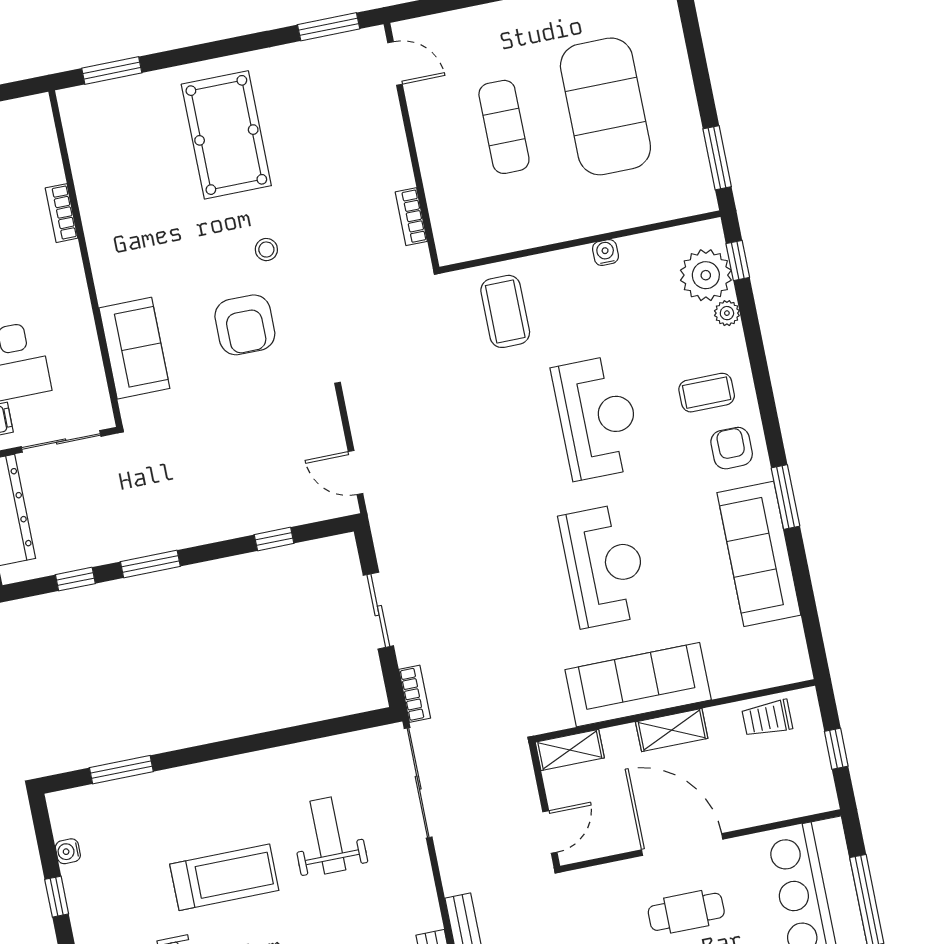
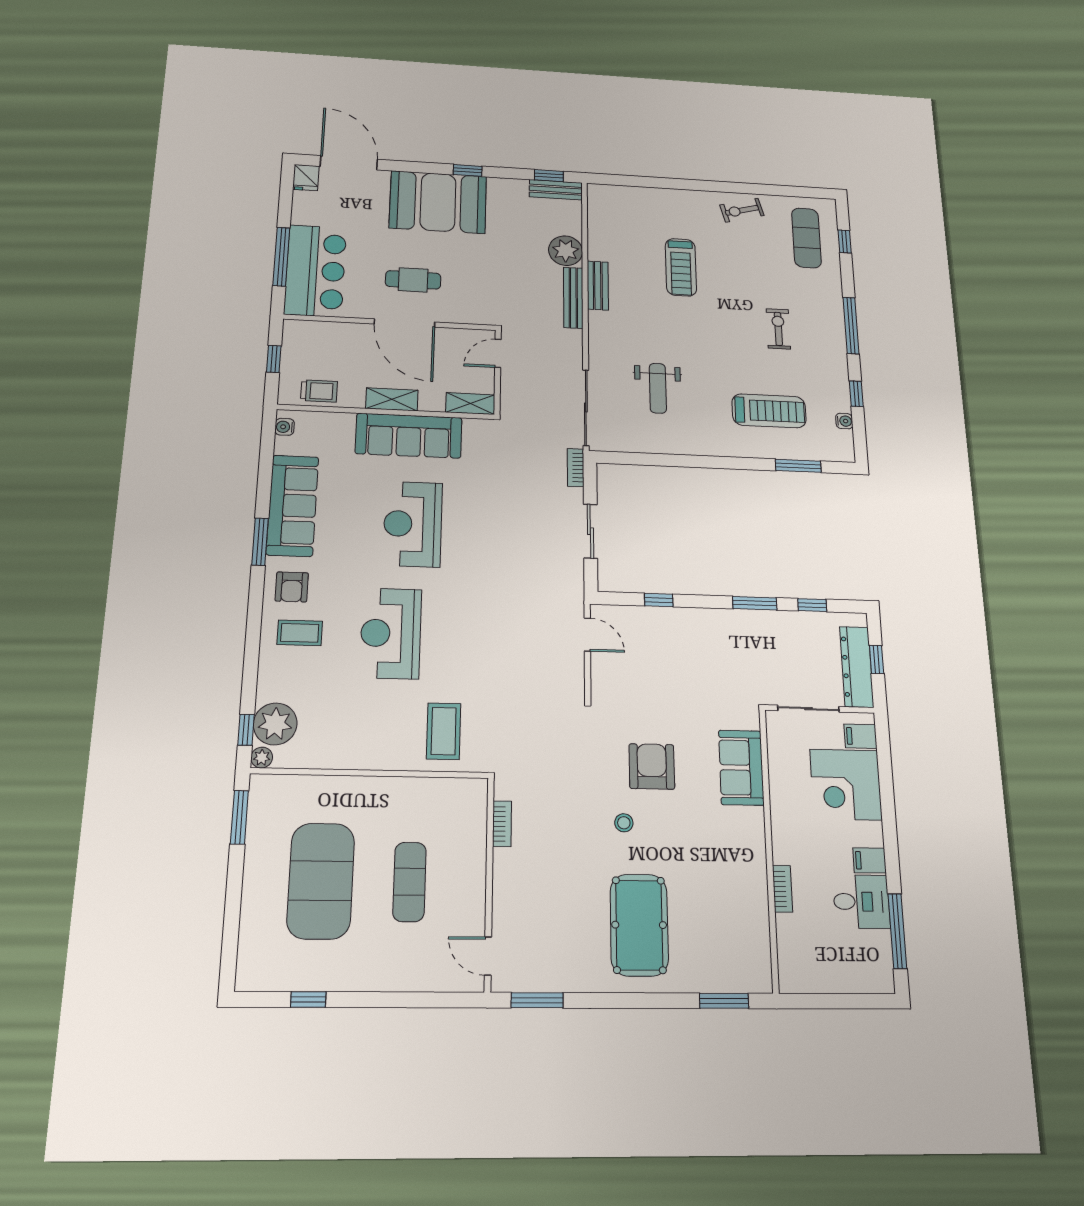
water cooler: (605, 253) -> (285, 427), moved, turned 90
plant: (727, 313) -> (262, 758), moved
treadmill: (224, 877) -> (769, 411), moved, turned 180

